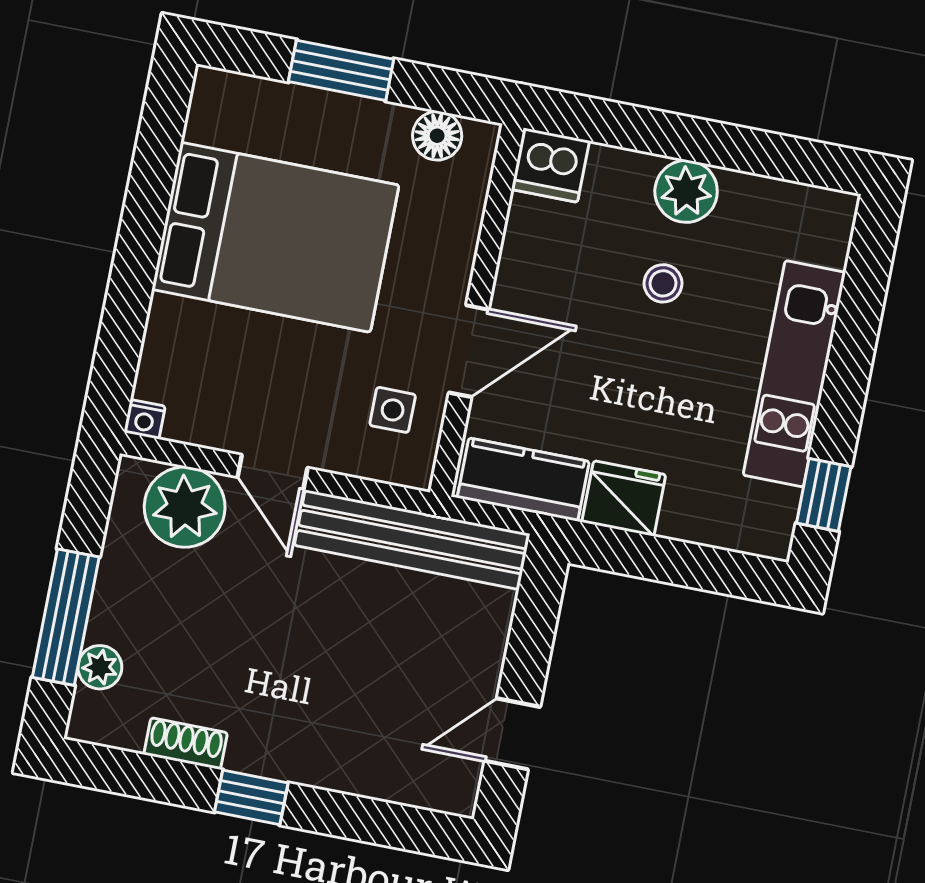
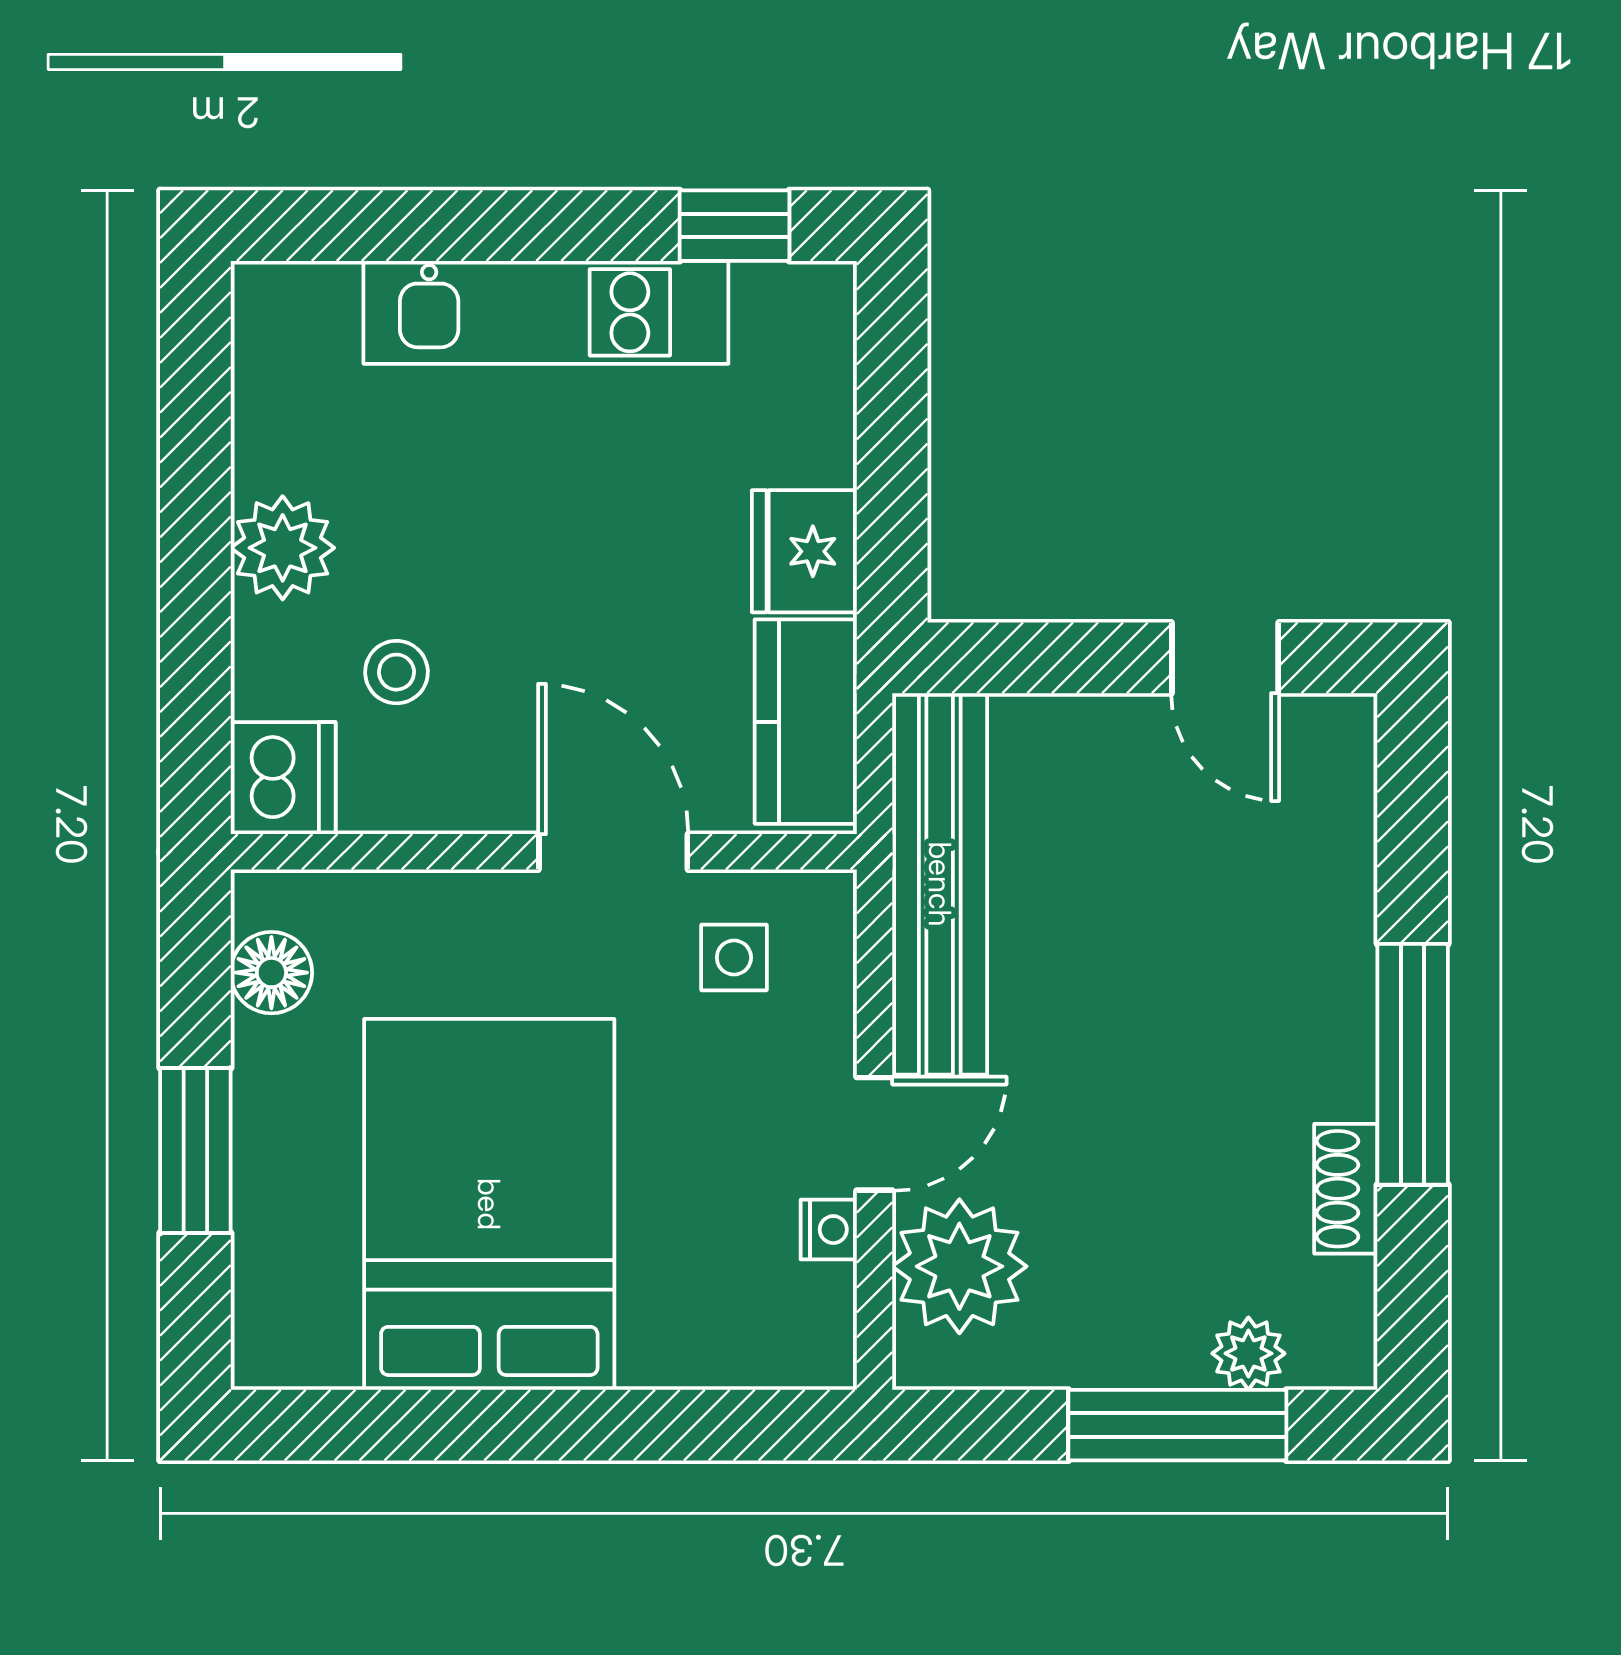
stool: (663, 283) -> (396, 672), moved
nightstand: (144, 419) -> (829, 1230), moved
window: (251, 797) -> (1413, 1064), width x2.17

